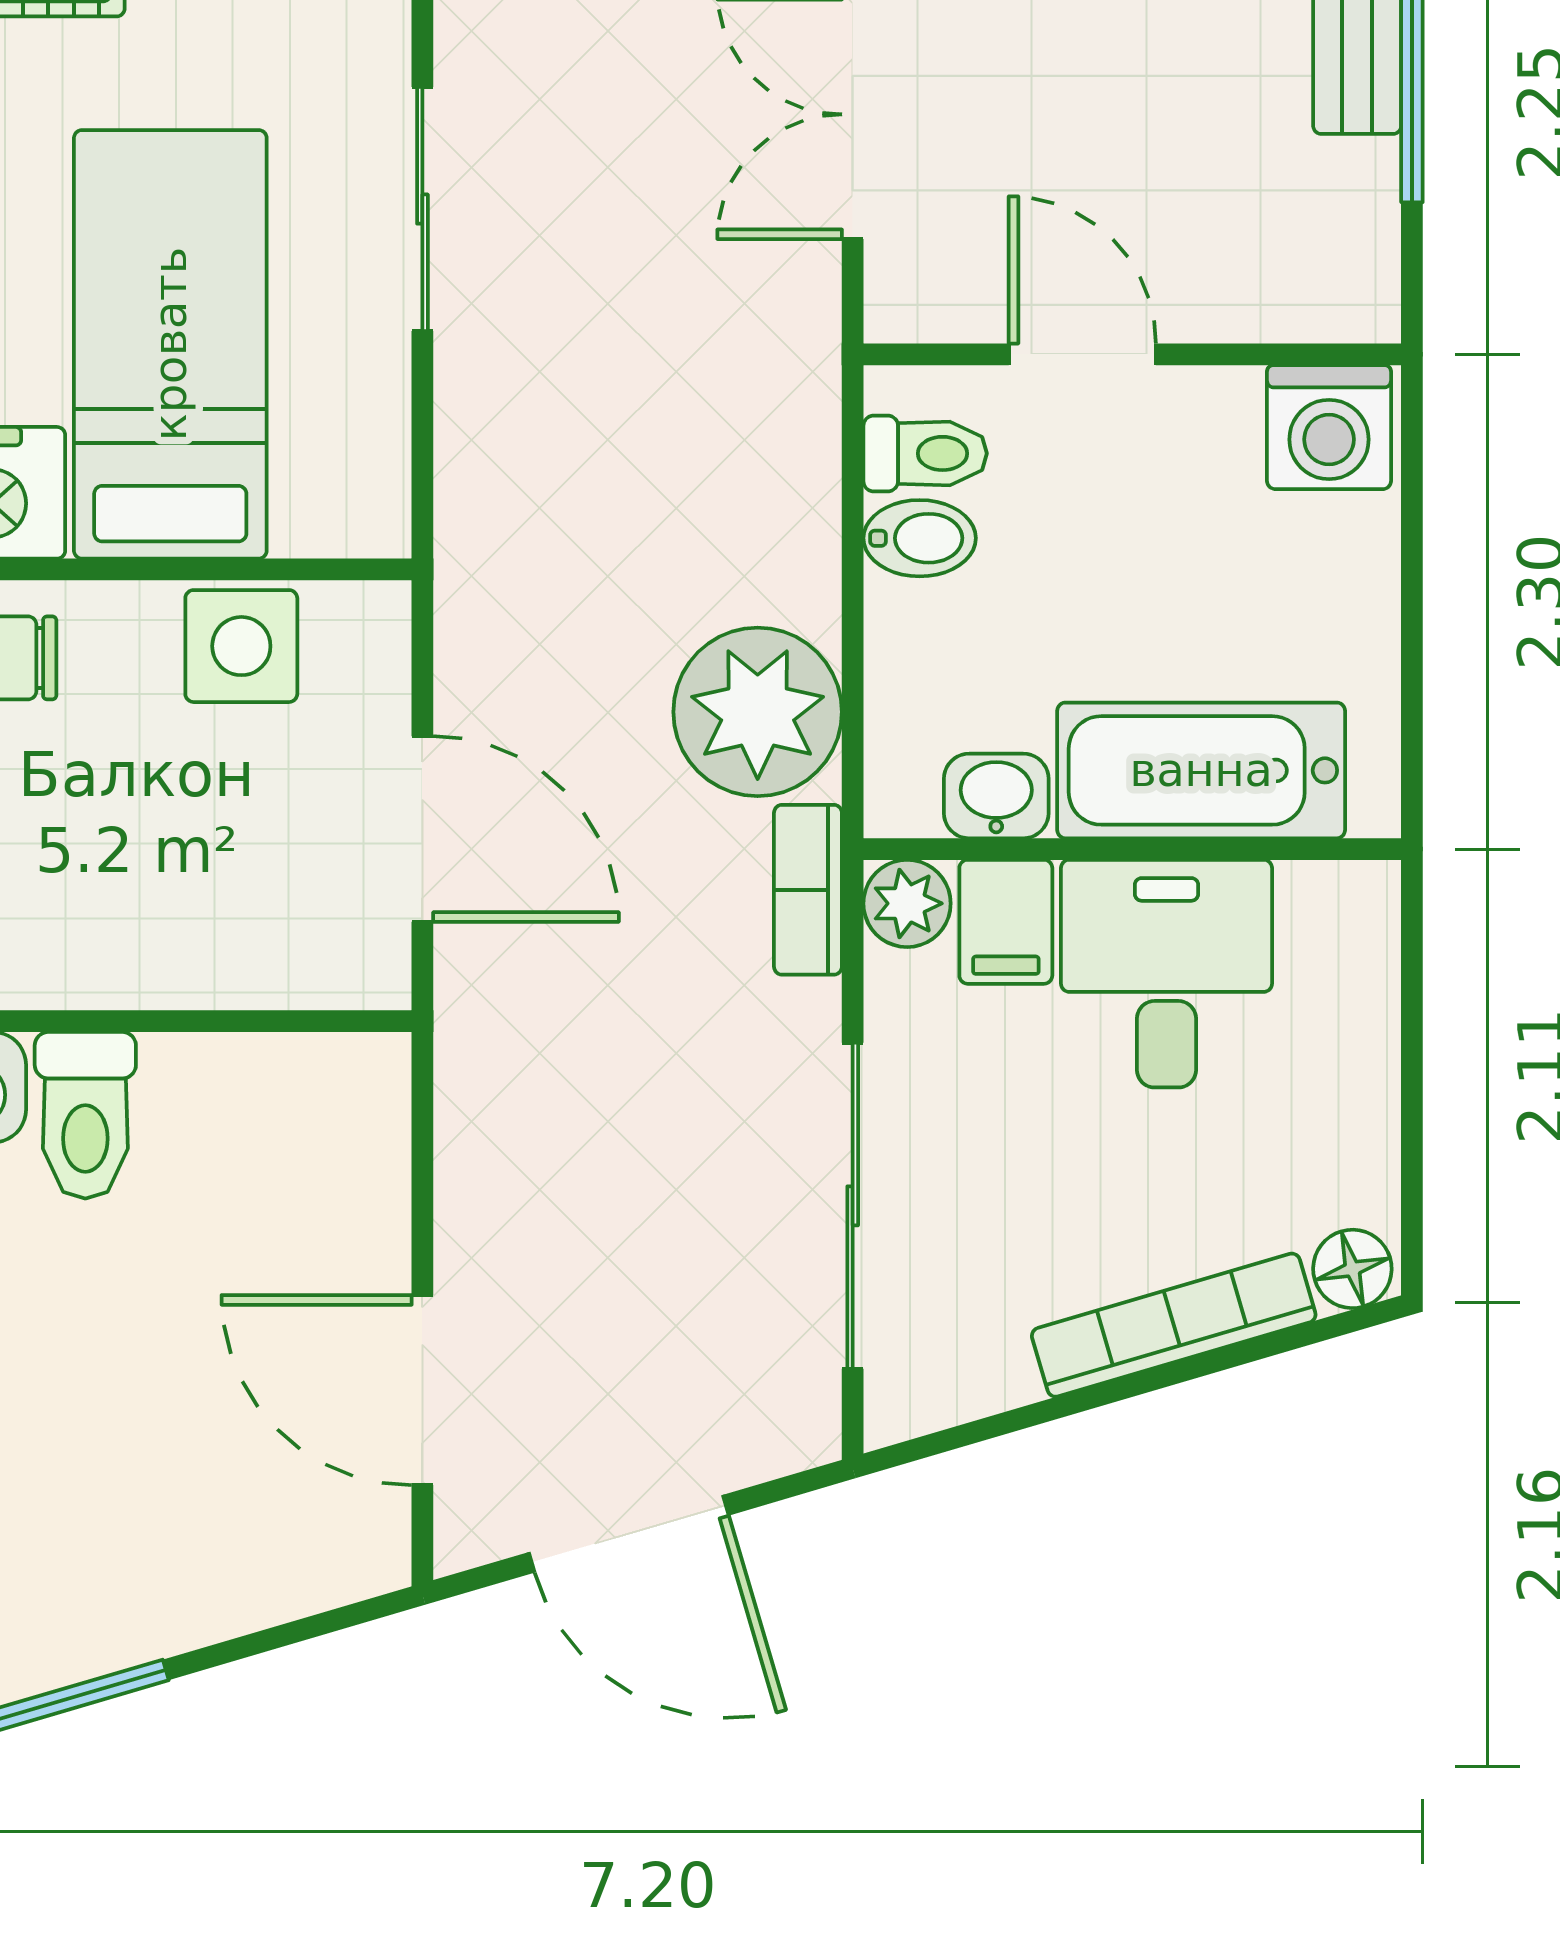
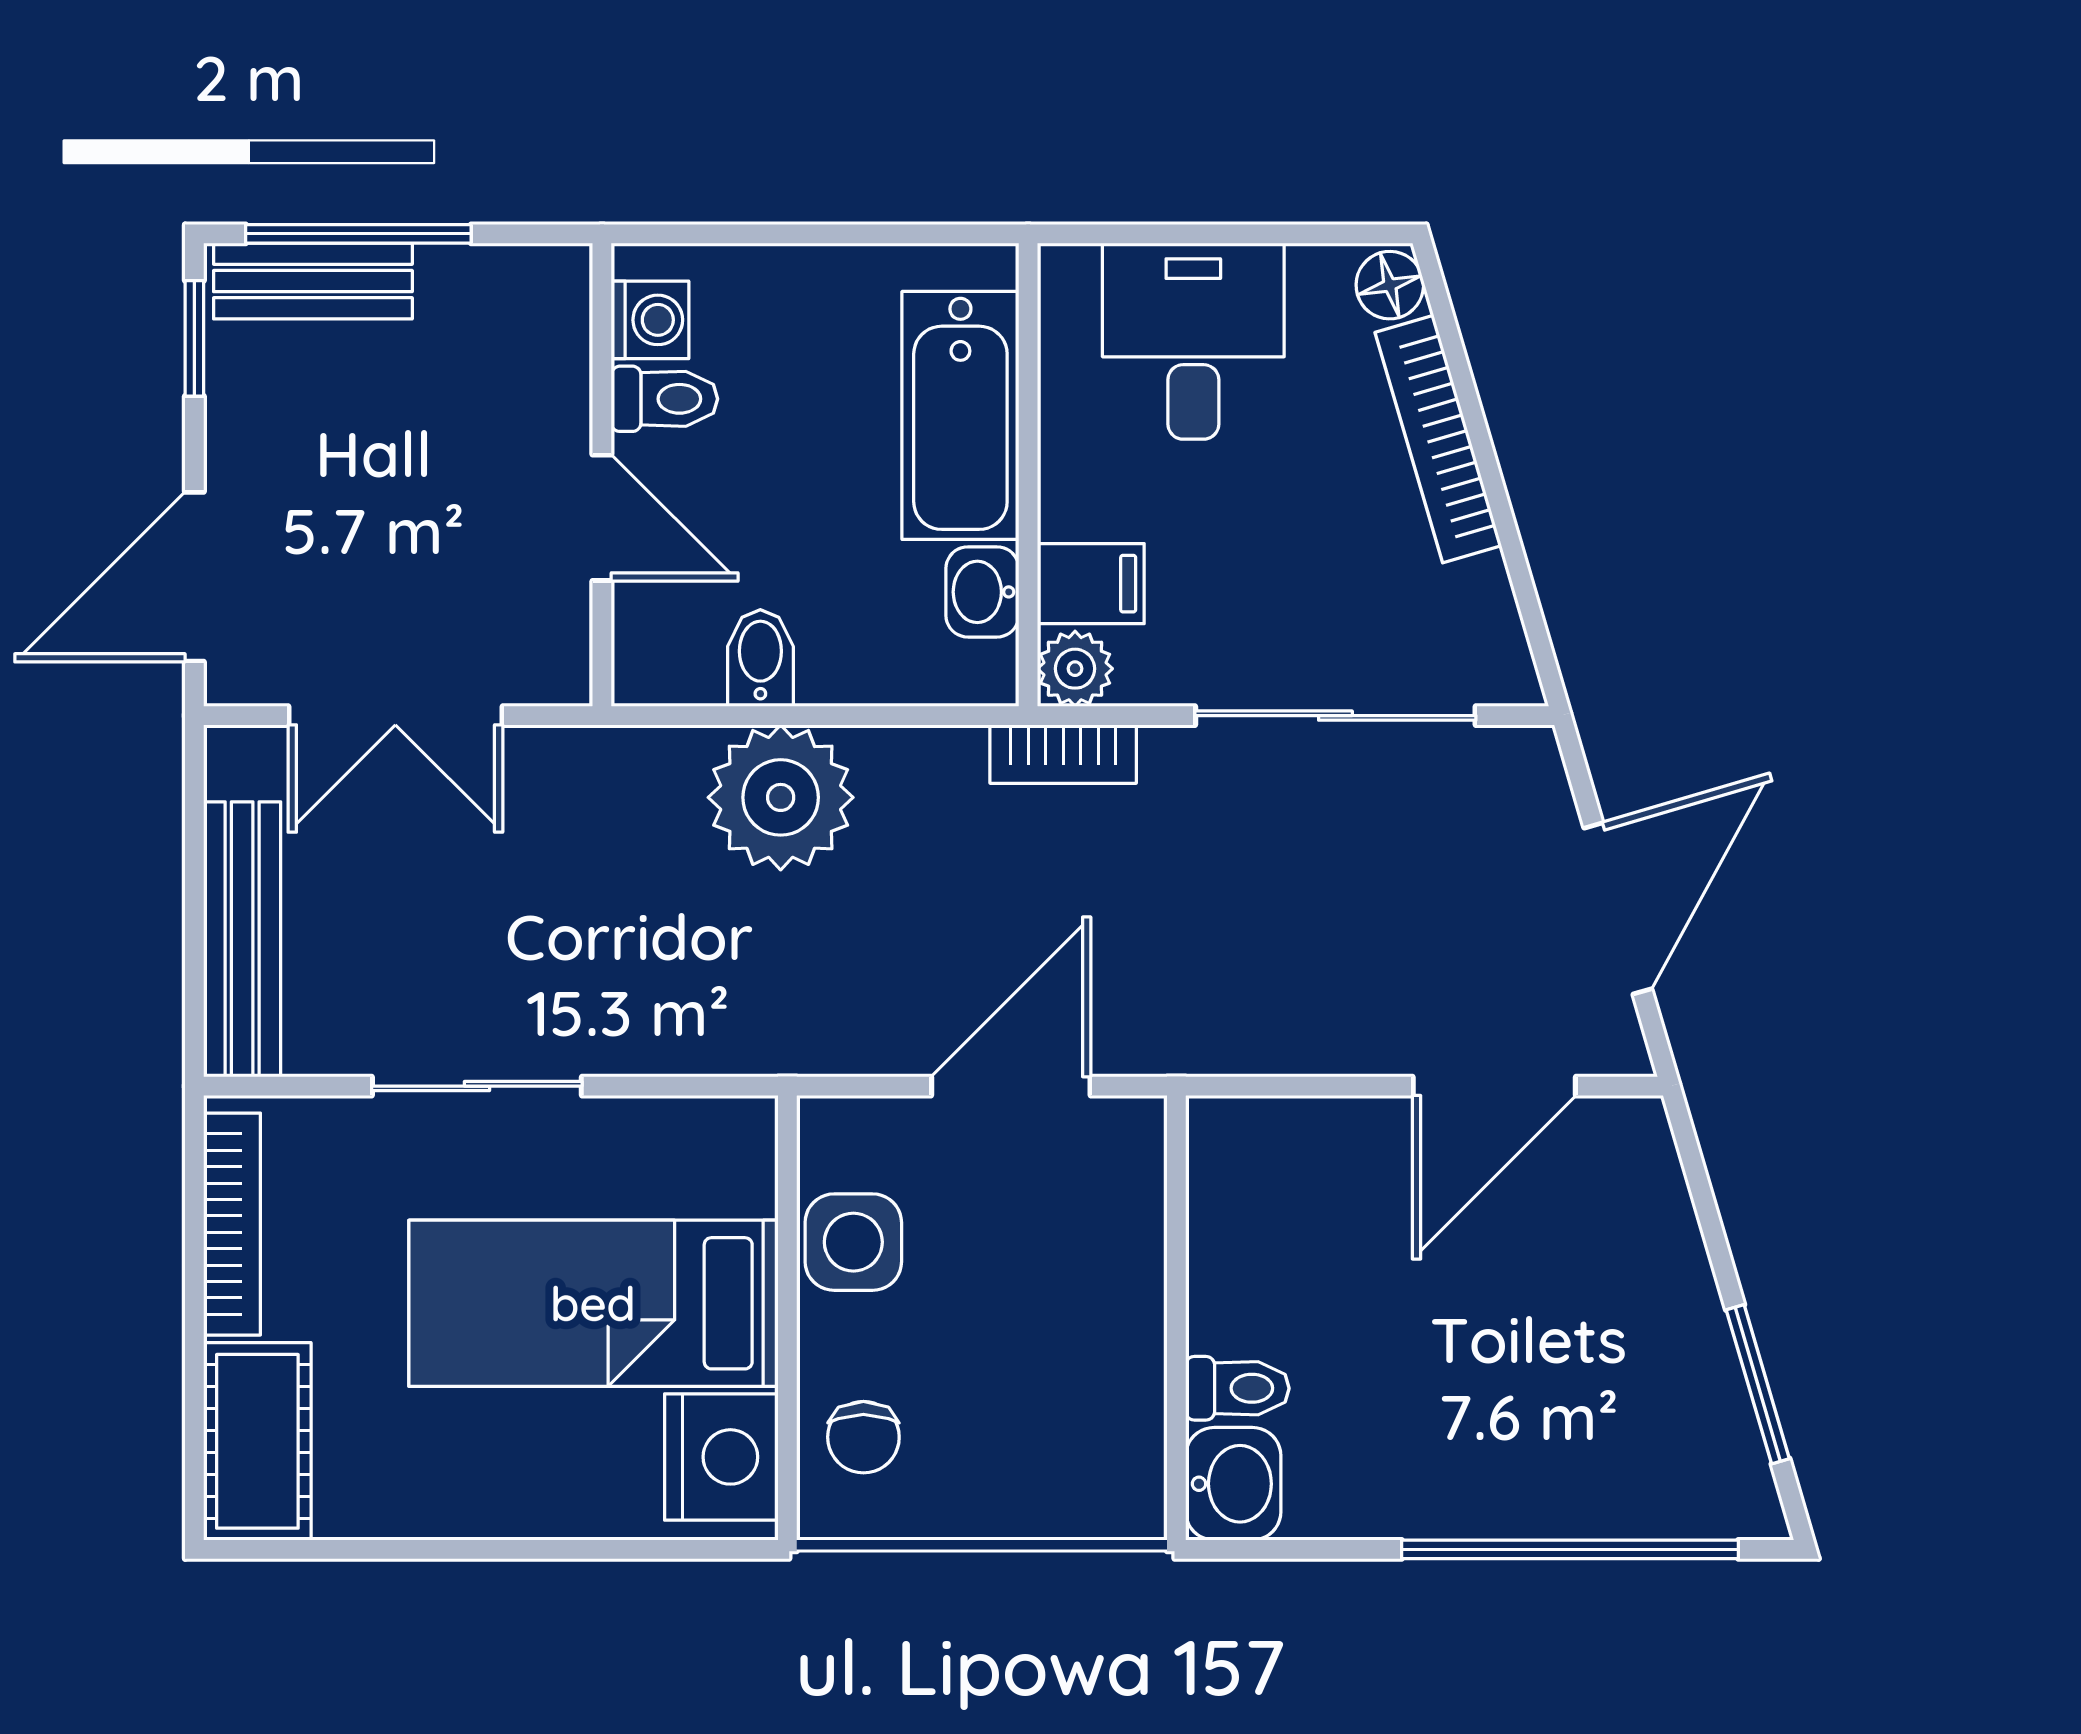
door: (1082, 354) -> (602, 518), swing flipped
washing machine: (1329, 427) -> (650, 320), width x0.73, depth x0.73
toilet: (925, 453) -> (664, 399), moved, turned 90
plant: (758, 712) -> (781, 797), moved
desk: (1166, 974) -> (1193, 341), moved, turned 90
toilet: (85, 1115) -> (1237, 1388), width x0.73, depth x0.72

